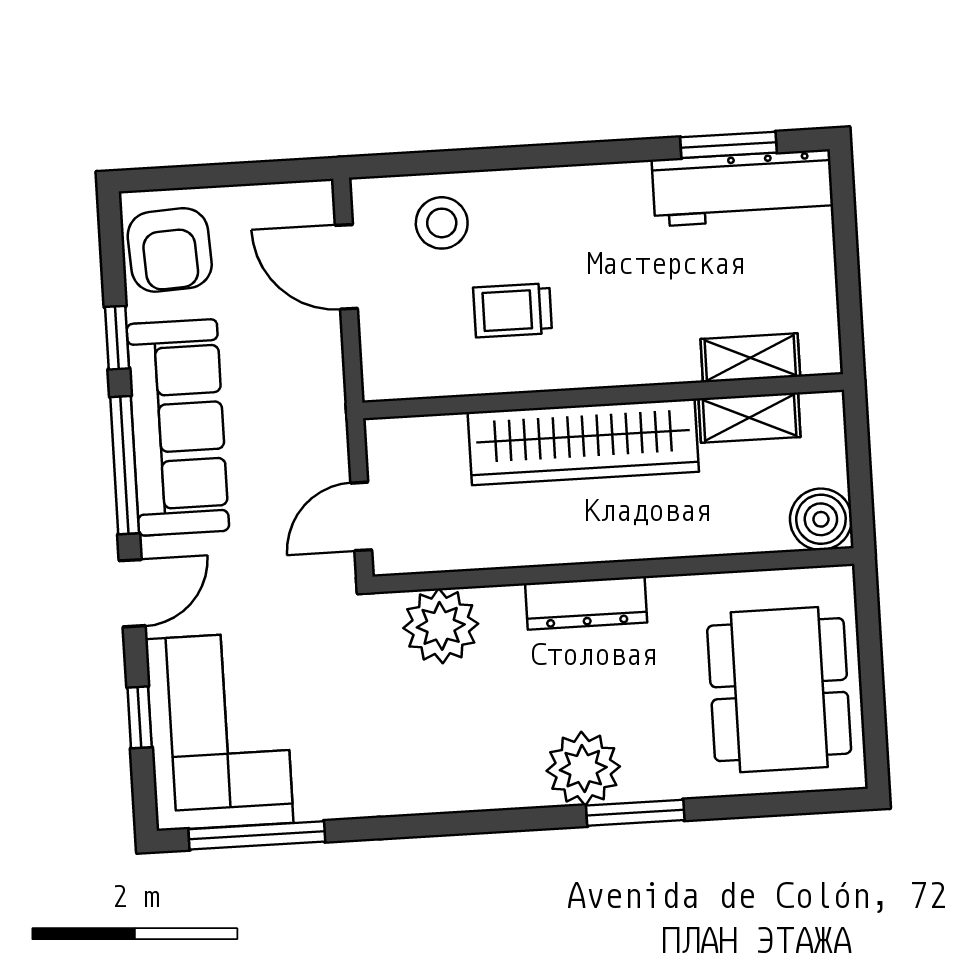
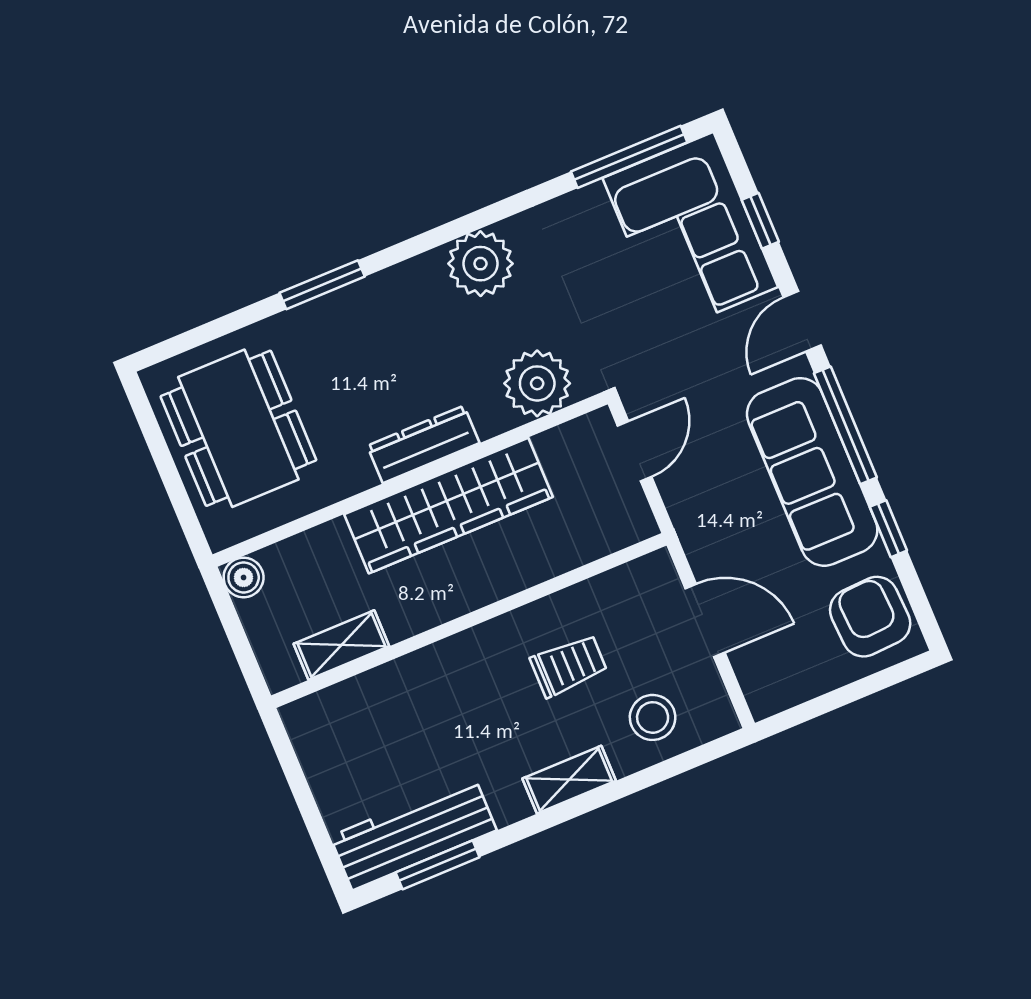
door: (346, 267) -> (705, 620), moved
shelving: (750, 358) -> (569, 780), moved
wardrobe: (583, 442) -> (448, 506), moved, turned 180
boiler: (821, 519) -> (244, 577), width x0.73, depth x0.73
plant: (583, 769) -> (480, 264), moved

